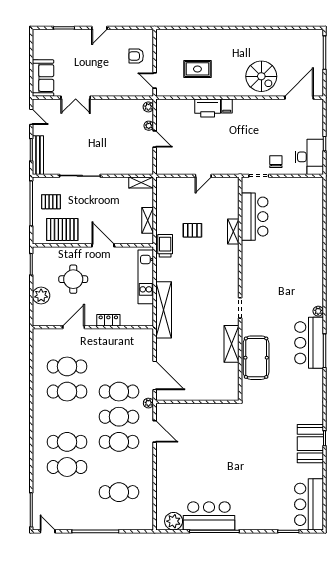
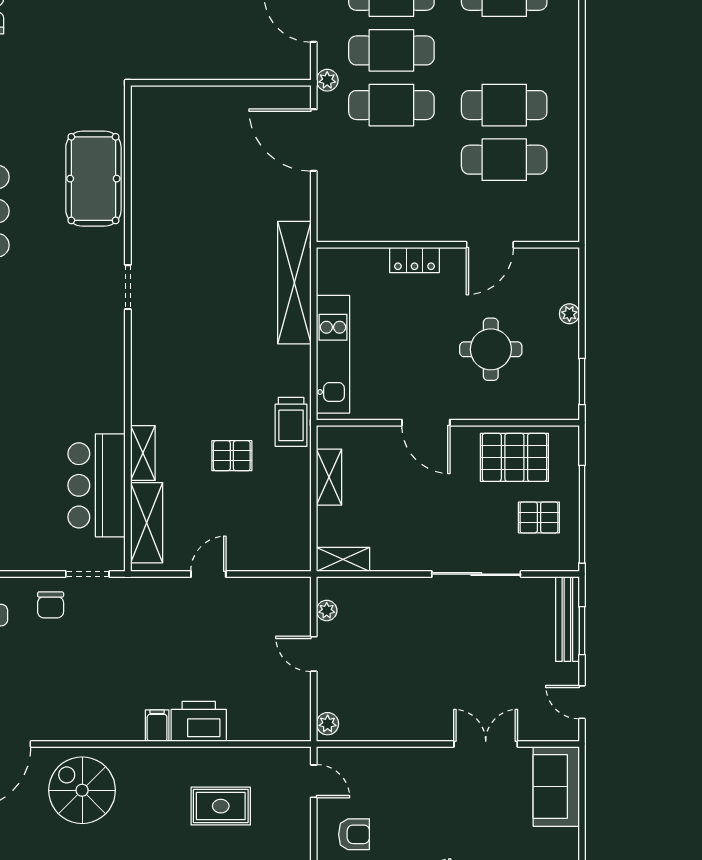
plant: (149, 126) -> (327, 611), moved
plant: (41, 296) -> (569, 314), width x0.53, depth x0.53
shelving: (232, 344) -> (147, 523), moved

